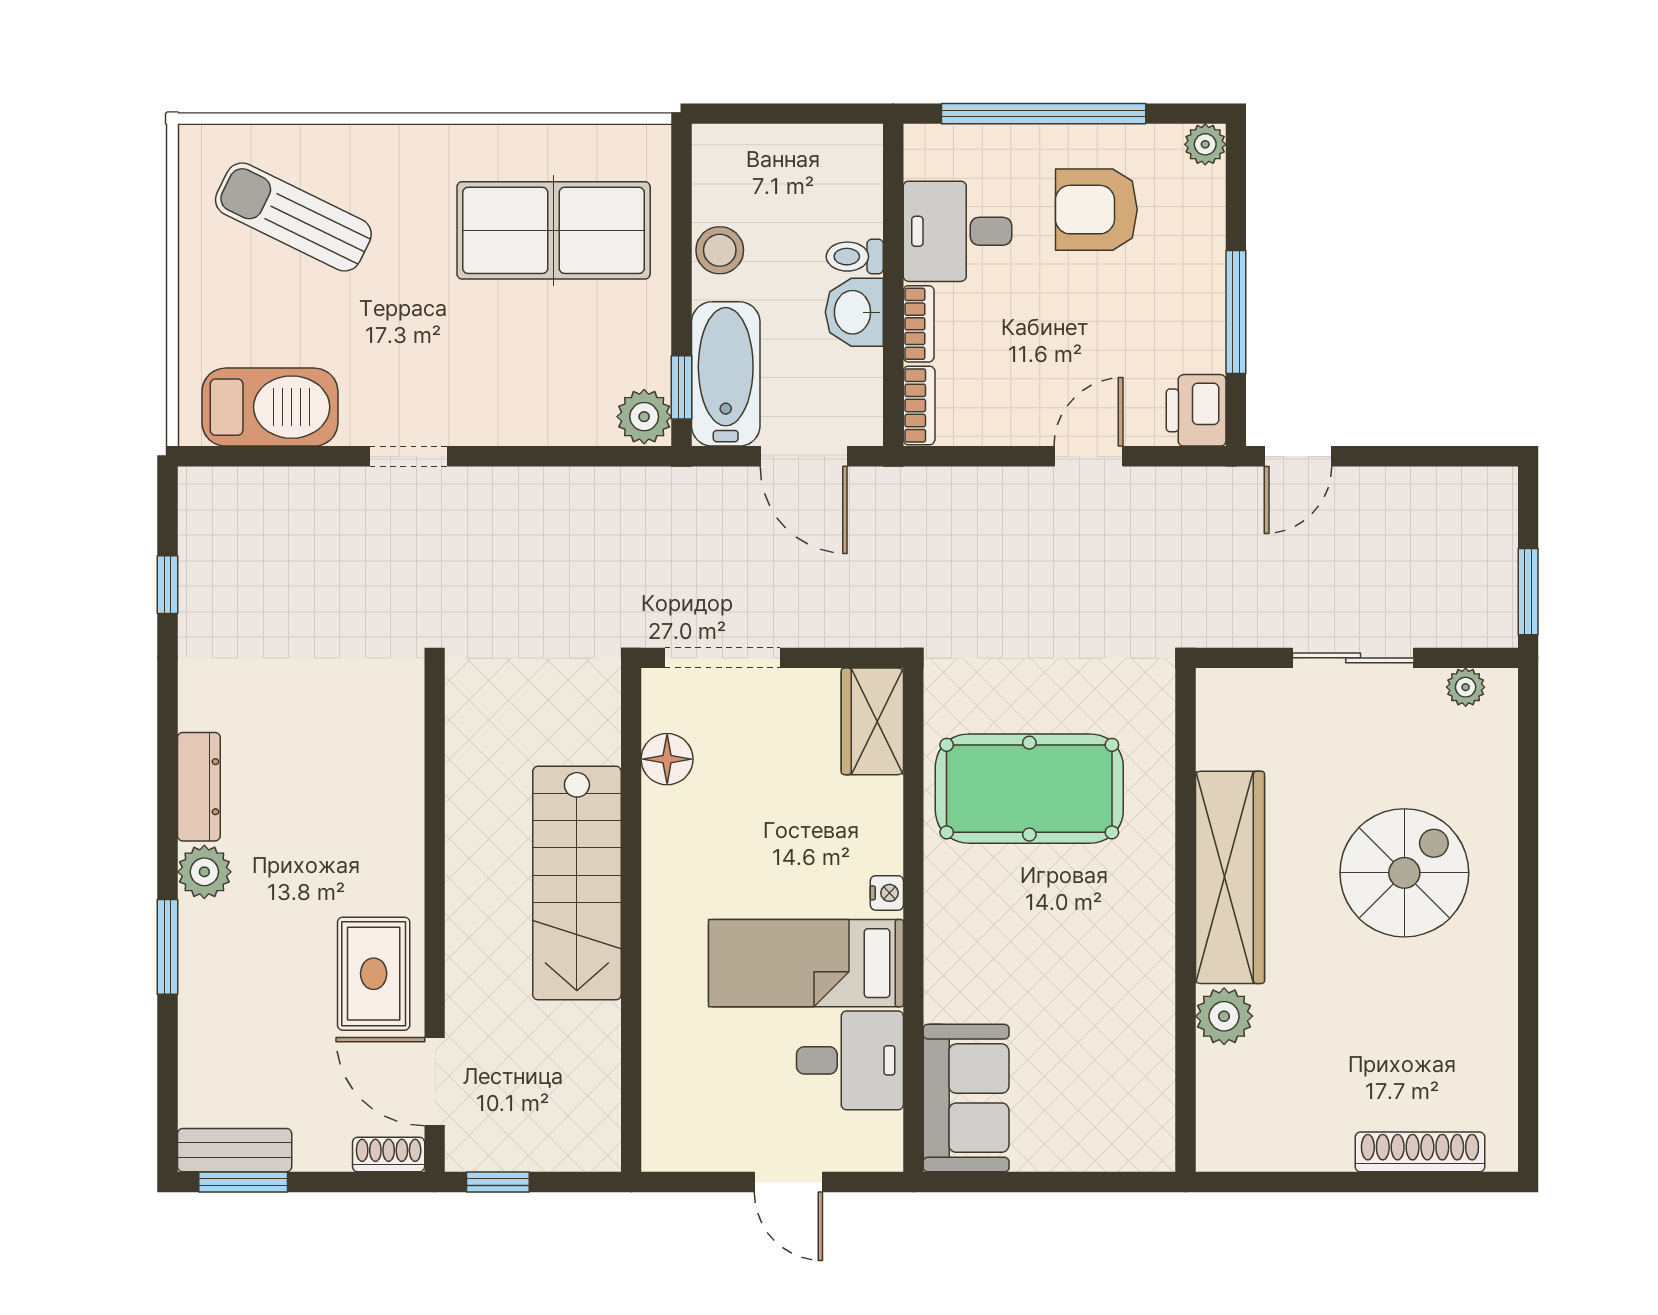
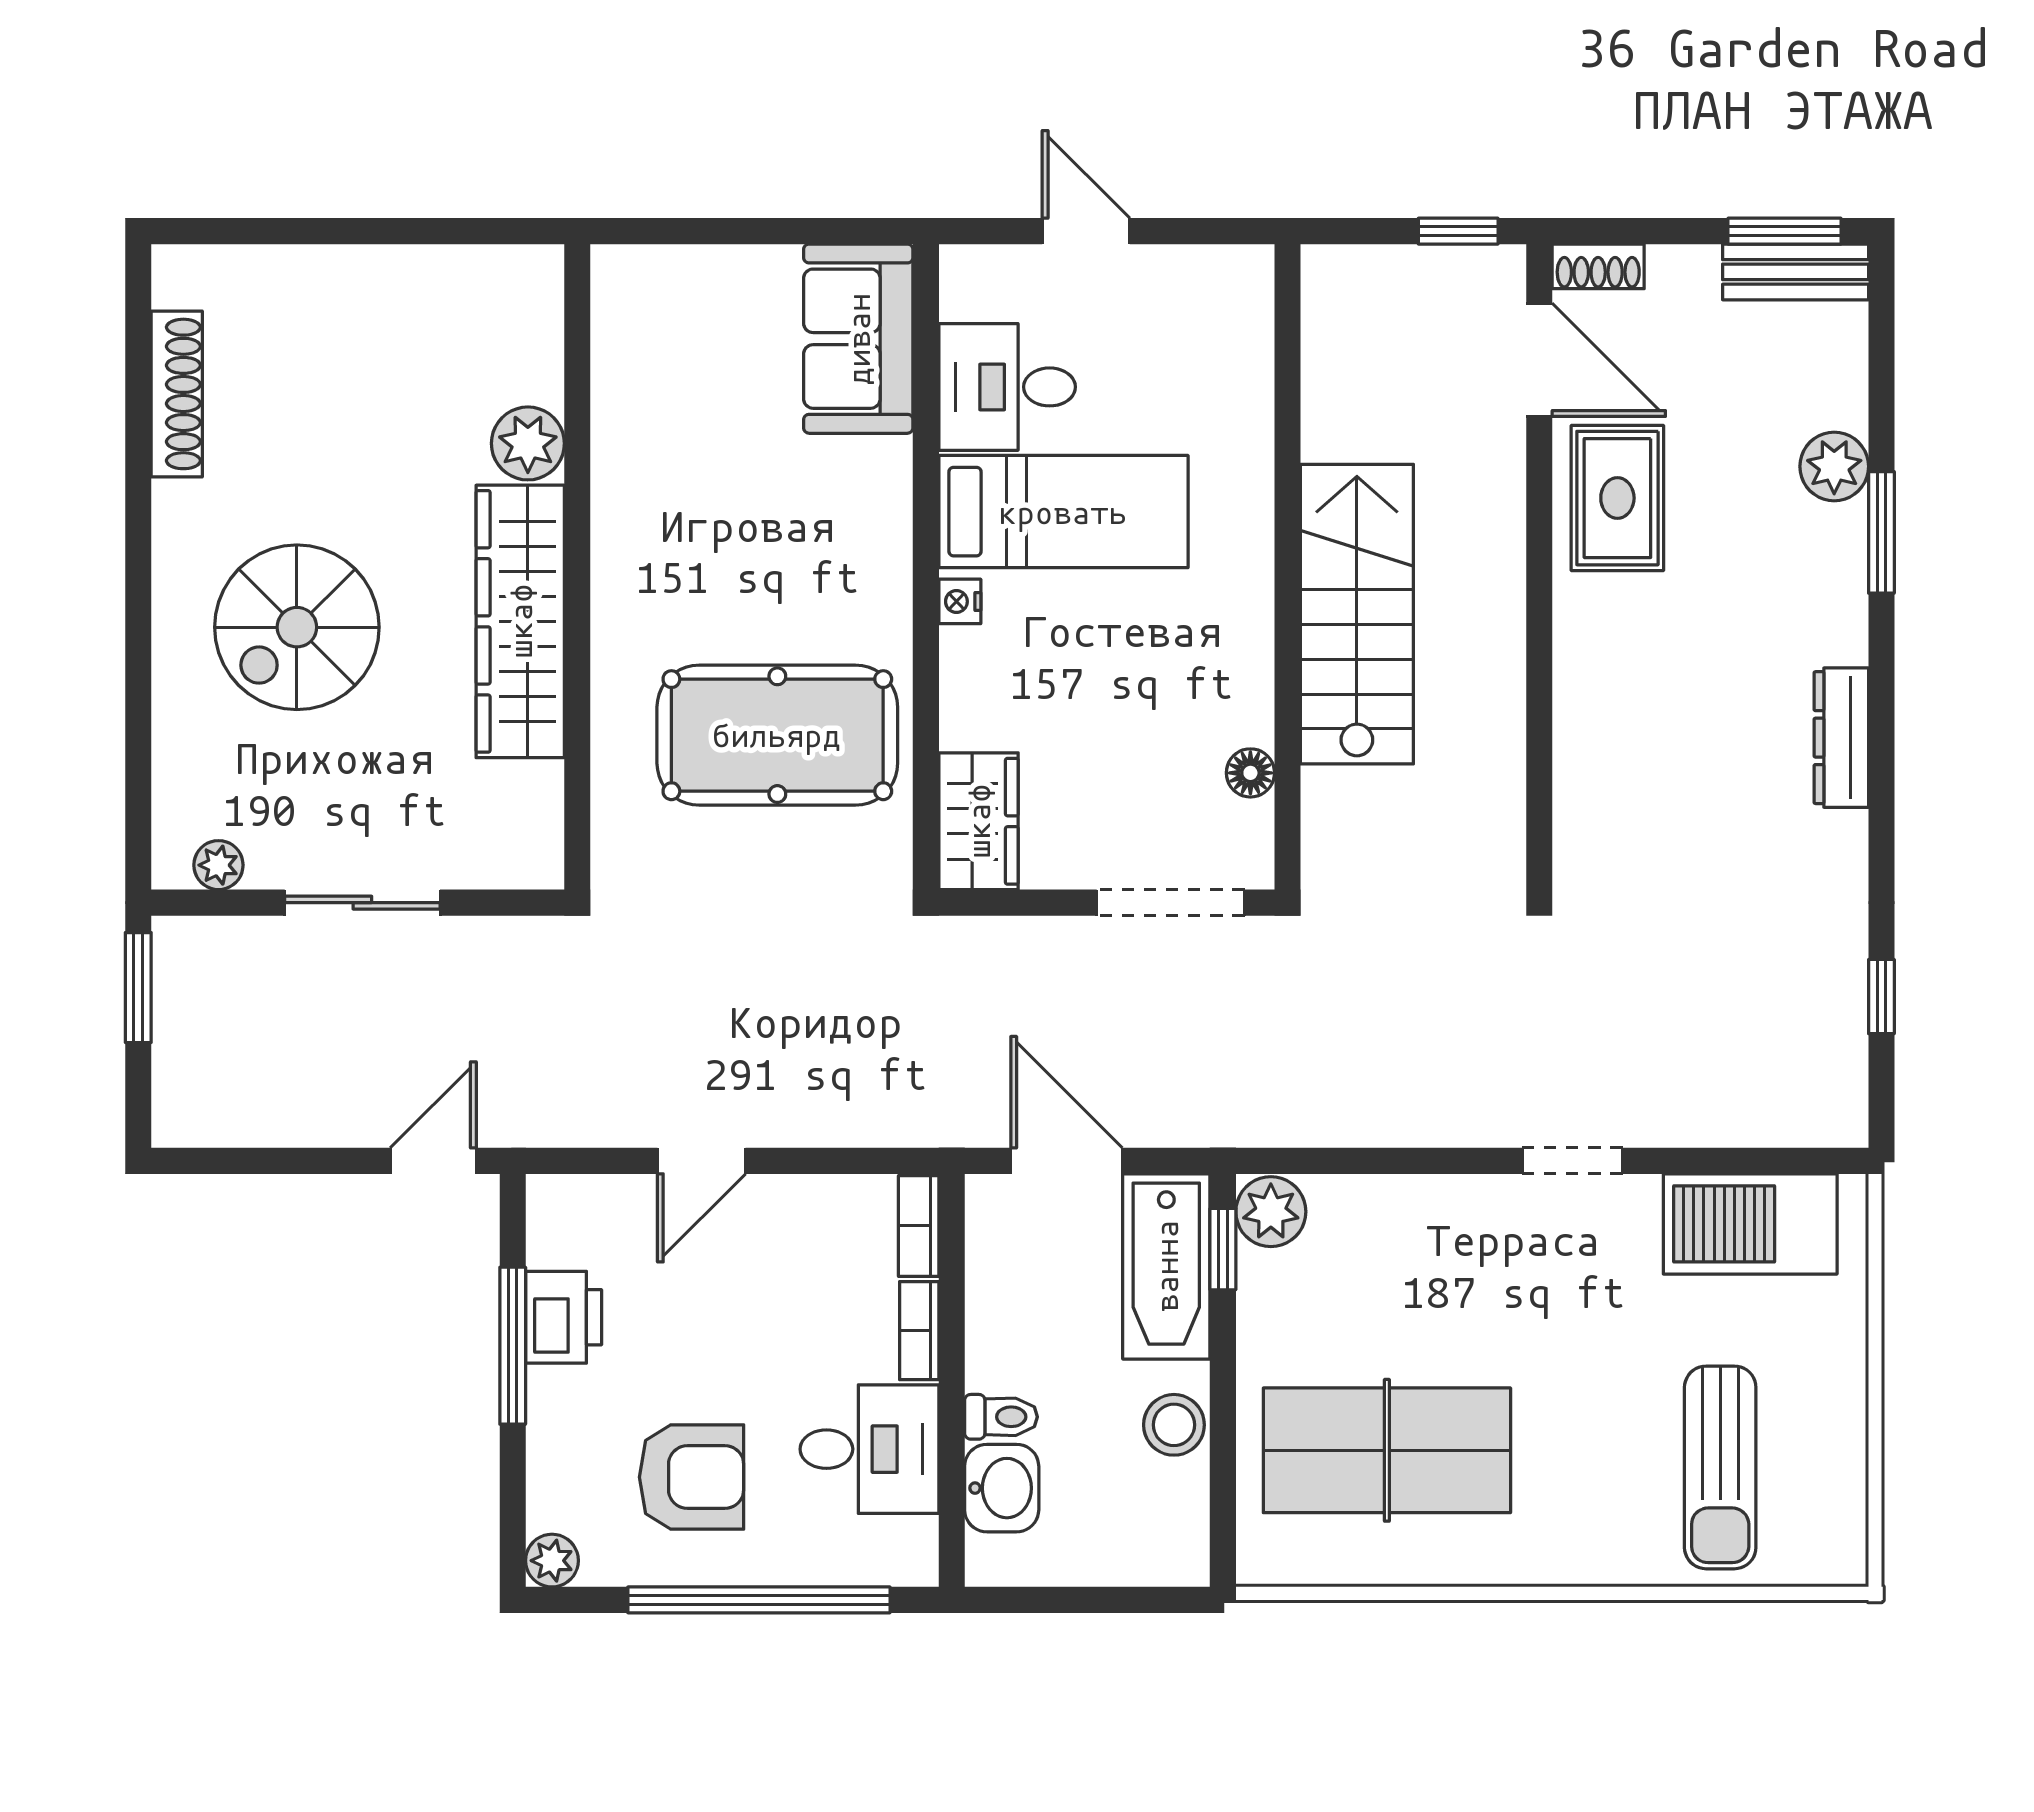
sun lounger: (293, 217) -> (1720, 1467), turned 64
washbasin: (854, 312) -> (1002, 1488), moved
printer: (1196, 410) -> (564, 1317), moved
floor lamp: (667, 759) -> (1250, 773), width x0.73, depth x0.73
plant: (204, 872) -> (1834, 466), moved
shoe rack: (1420, 1152) -> (177, 394), moved, turned -90

